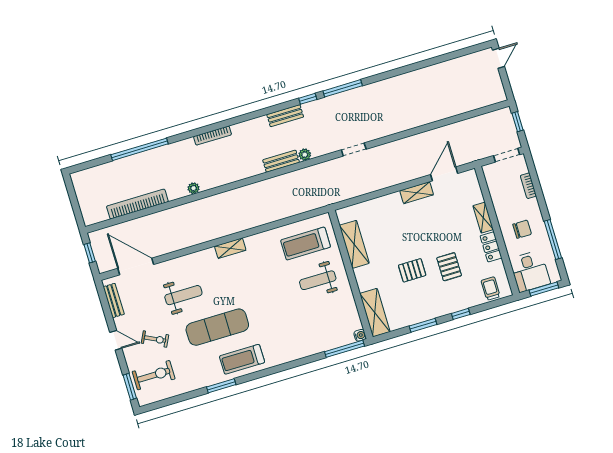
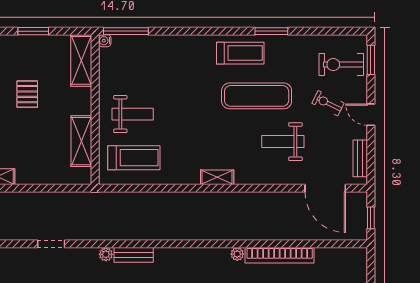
bookcase: (137, 204) -> (280, 255), moved
pallet: (412, 270) -> (27, 94), turned 90

